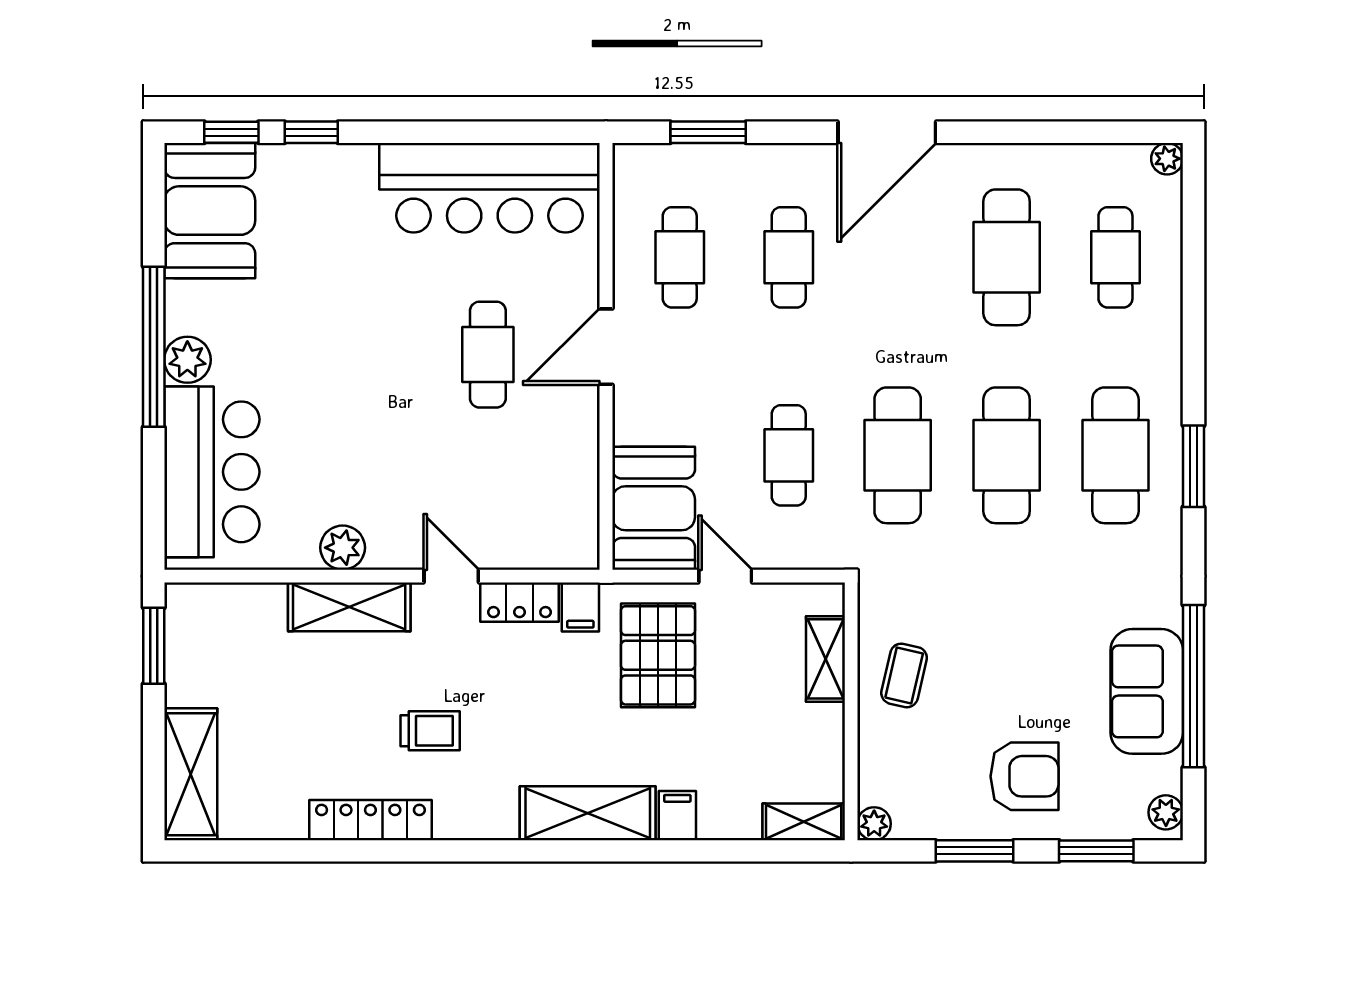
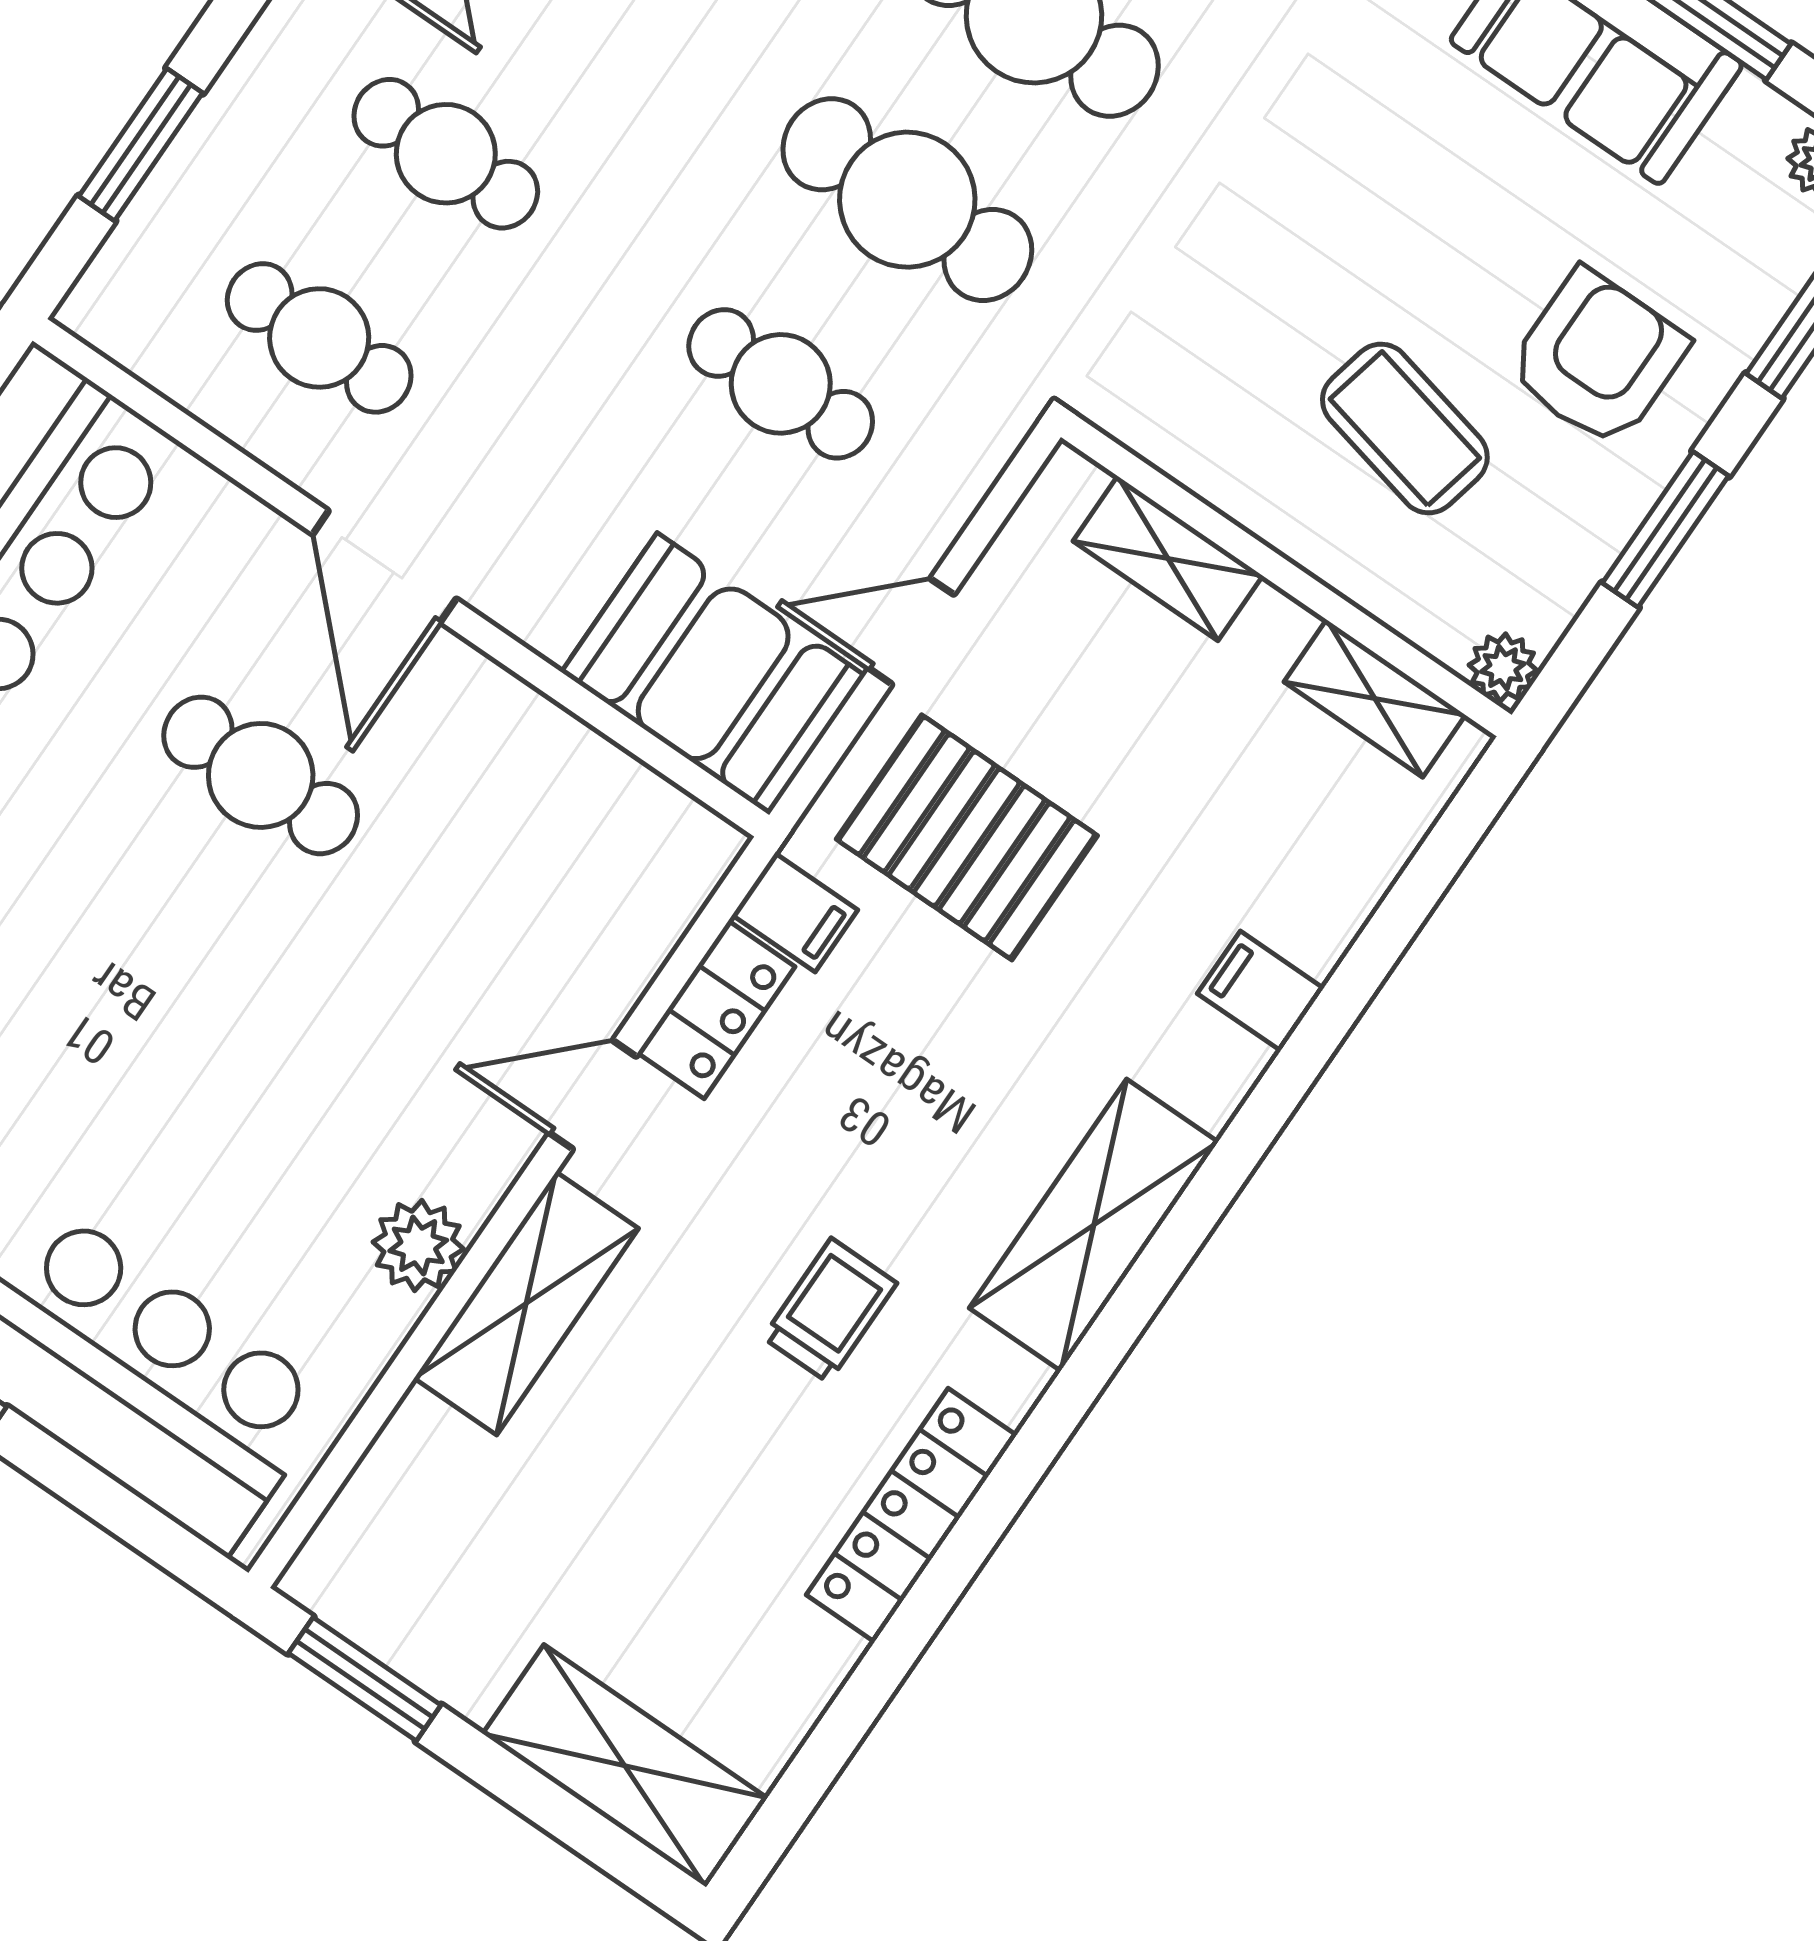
coffee table: (904, 675) -> (1405, 428), moved, width x1.36, depth x1.30
shelving: (588, 813) -> (1094, 1225), moved
shelving: (804, 822) -> (1375, 698), moved, turned 90

